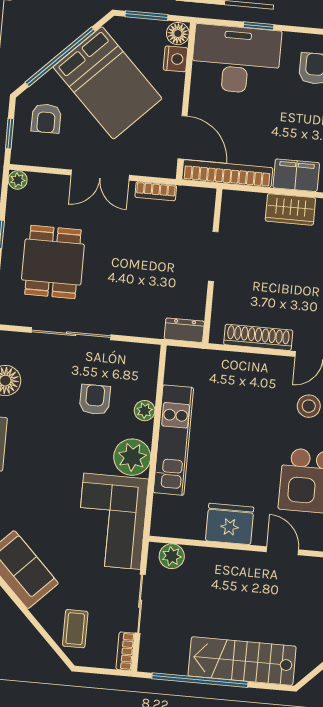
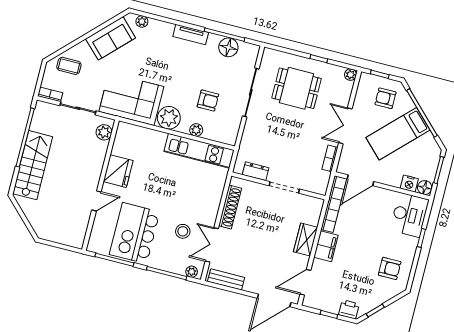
desk: (236, 59) -> (409, 215), width x0.73, depth x0.77
bed: (108, 83) -> (398, 134), width x0.67
dresser: (184, 330) -> (256, 171), moved, turned -90
kitchen unit: (173, 440) -> (199, 151), moved

